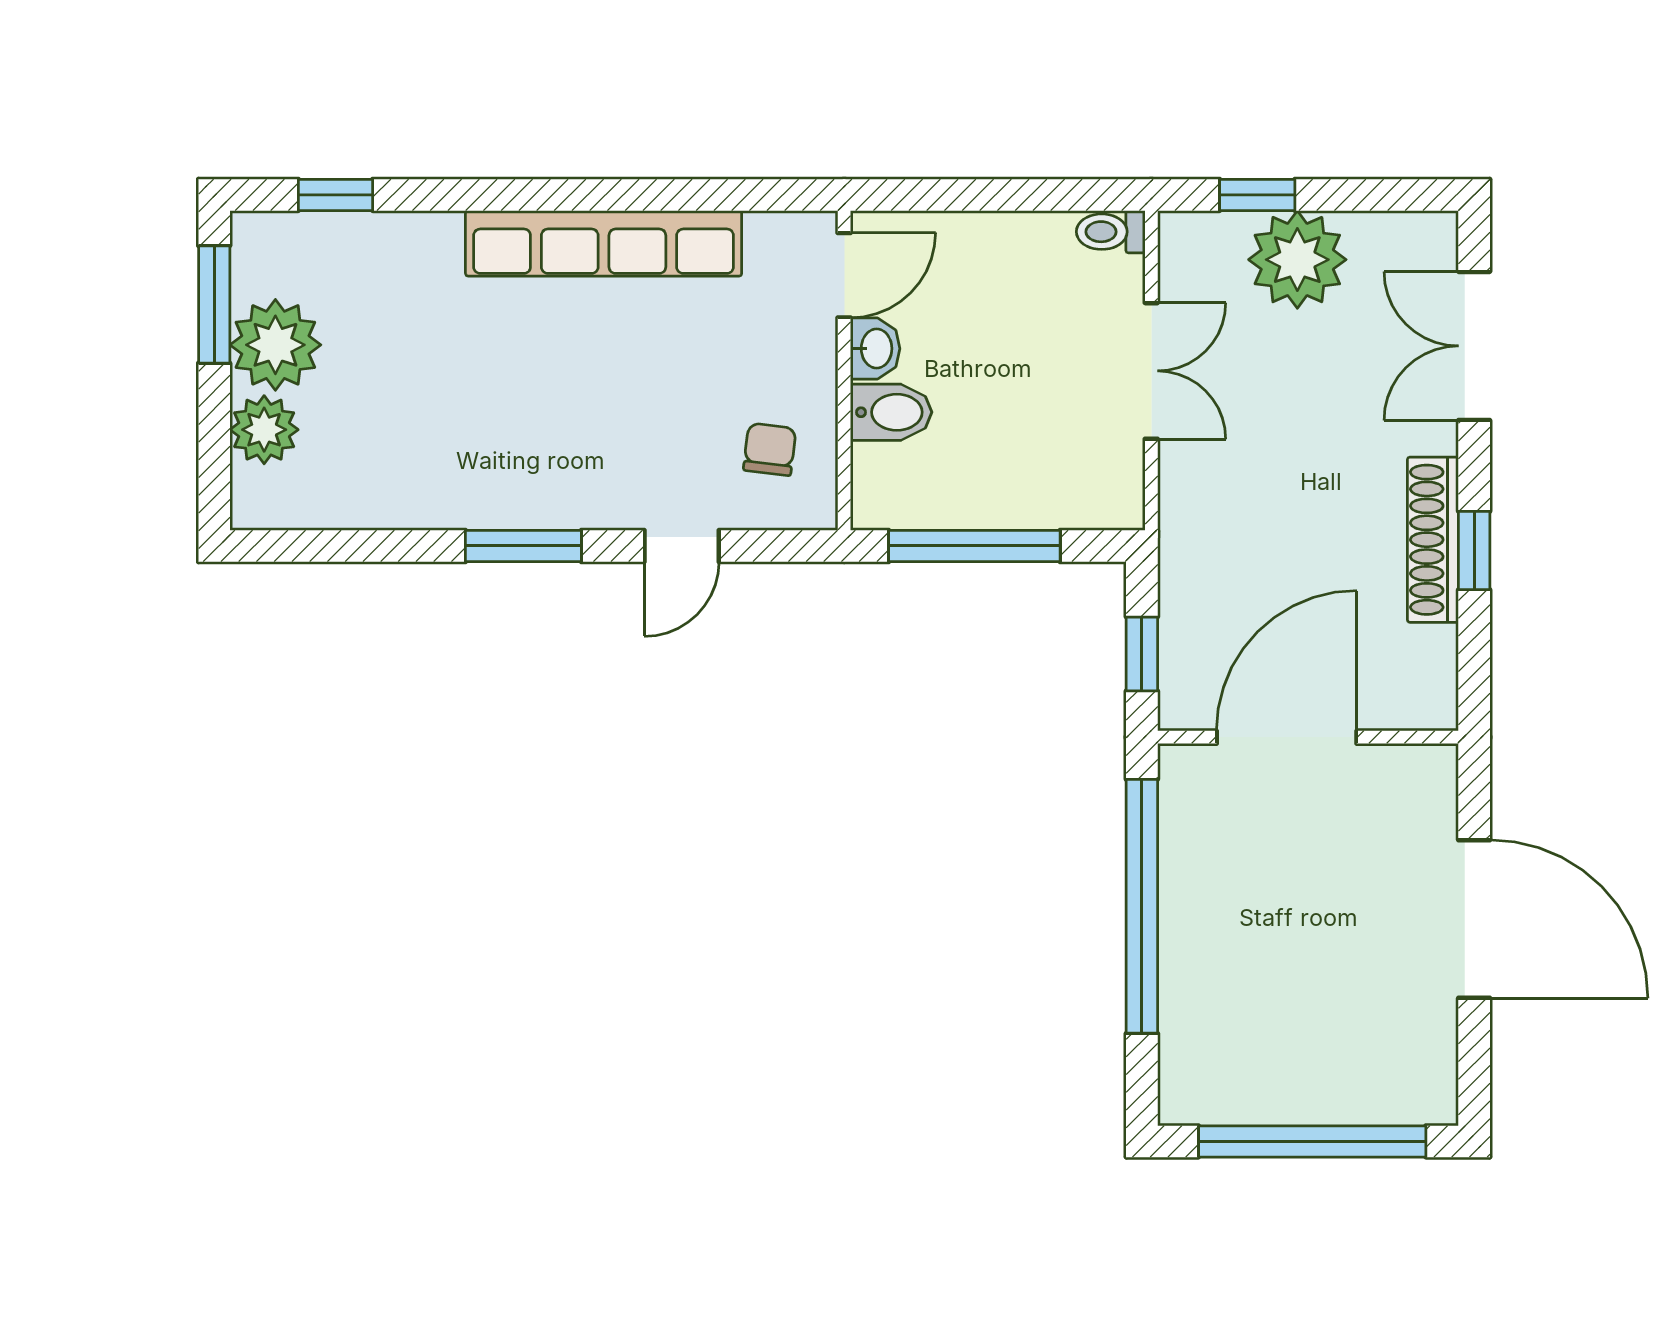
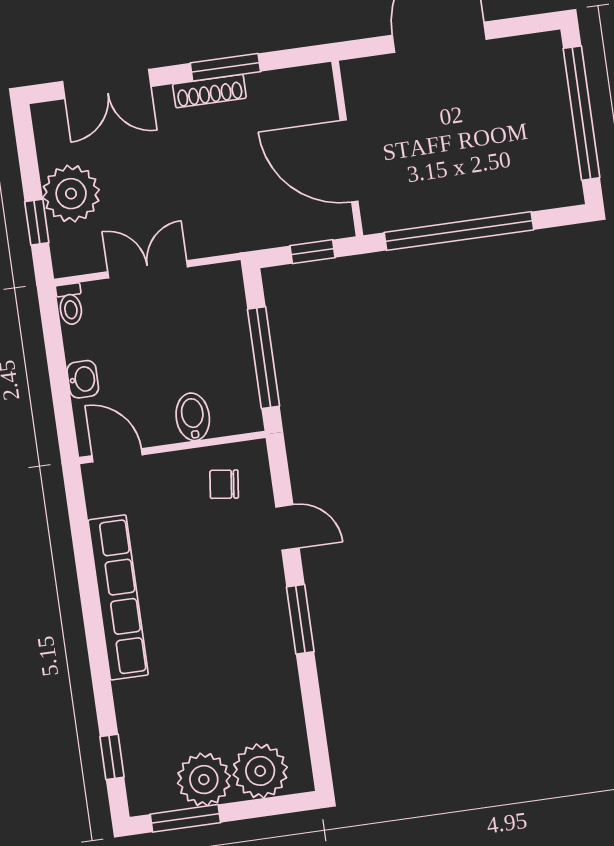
washbasin: (875, 349) -> (83, 379), moved, turned 90
plant: (264, 430) -> (260, 771), width x1.36, depth x1.36
shoe rack: (1433, 540) -> (209, 91), width x0.74, depth x0.81
window: (1474, 551) -> (225, 67), width x1.50

